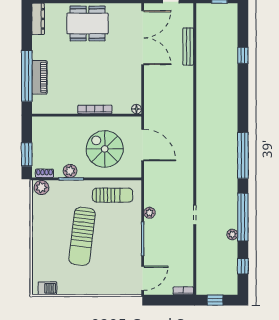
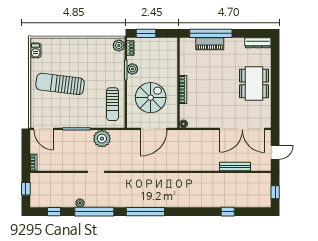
plant: (149, 213) -> (102, 139), width x1.87, depth x1.87
sun lounger: (82, 236) -> (60, 84), moved

